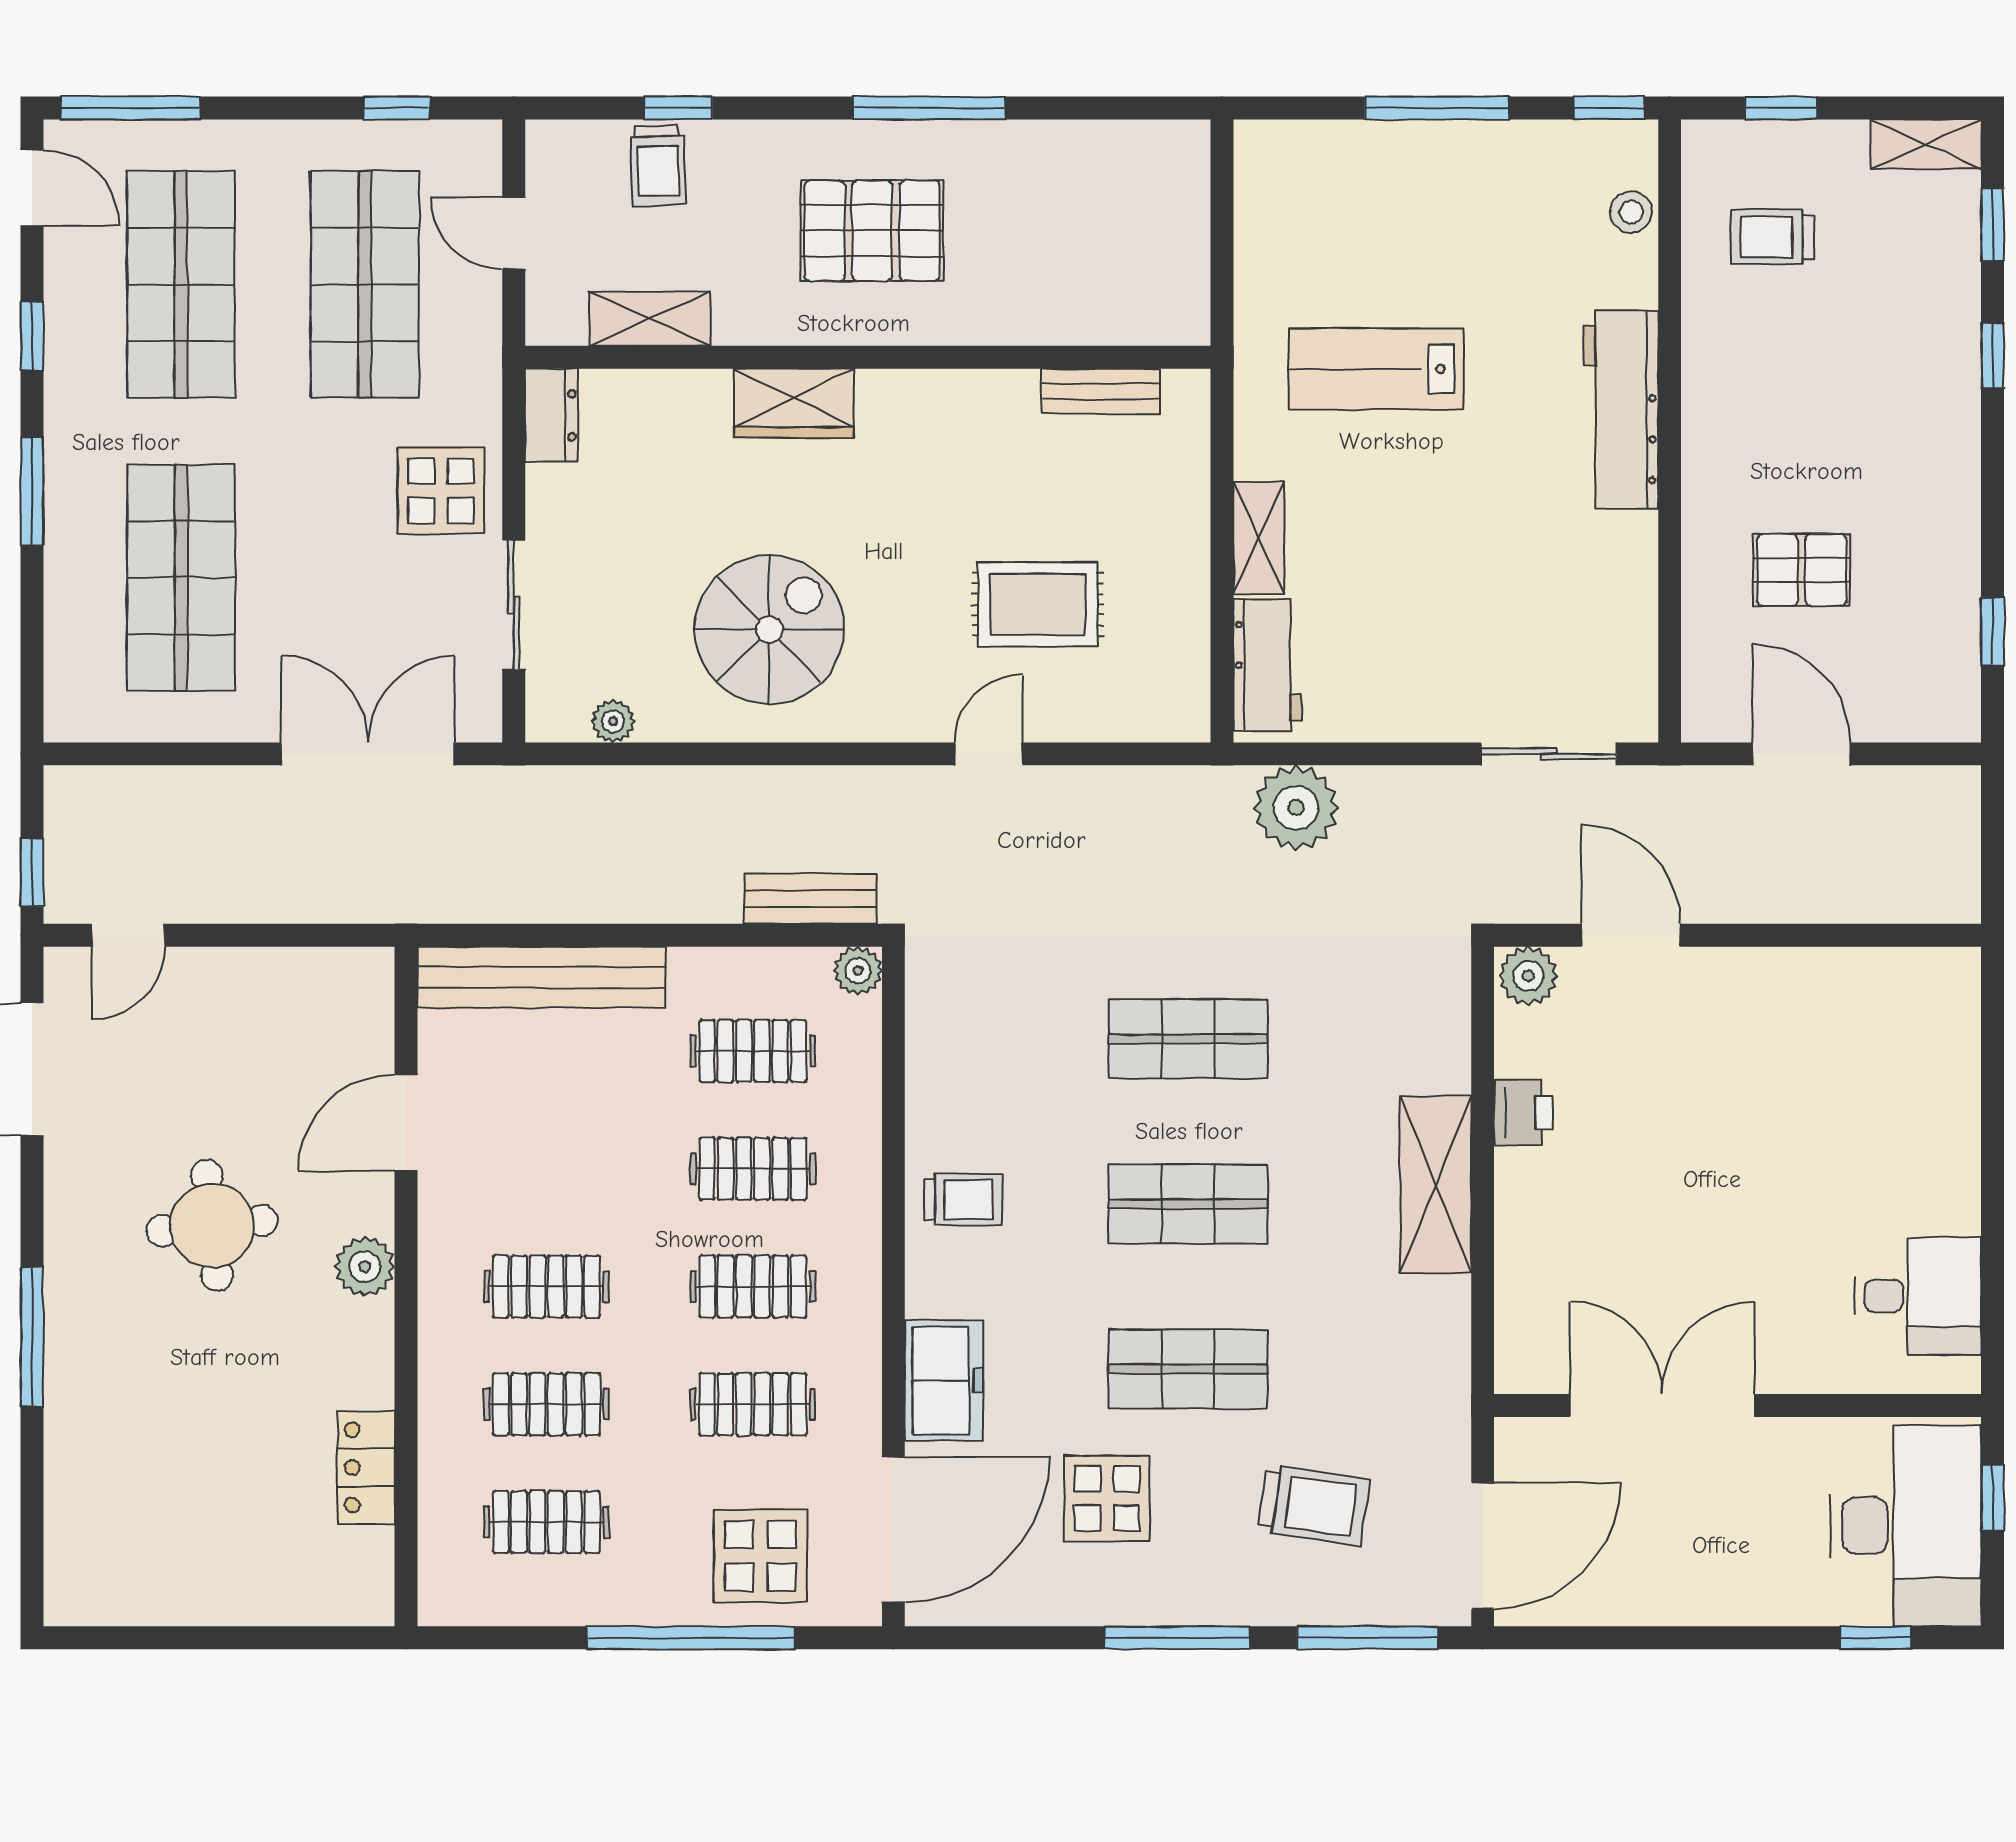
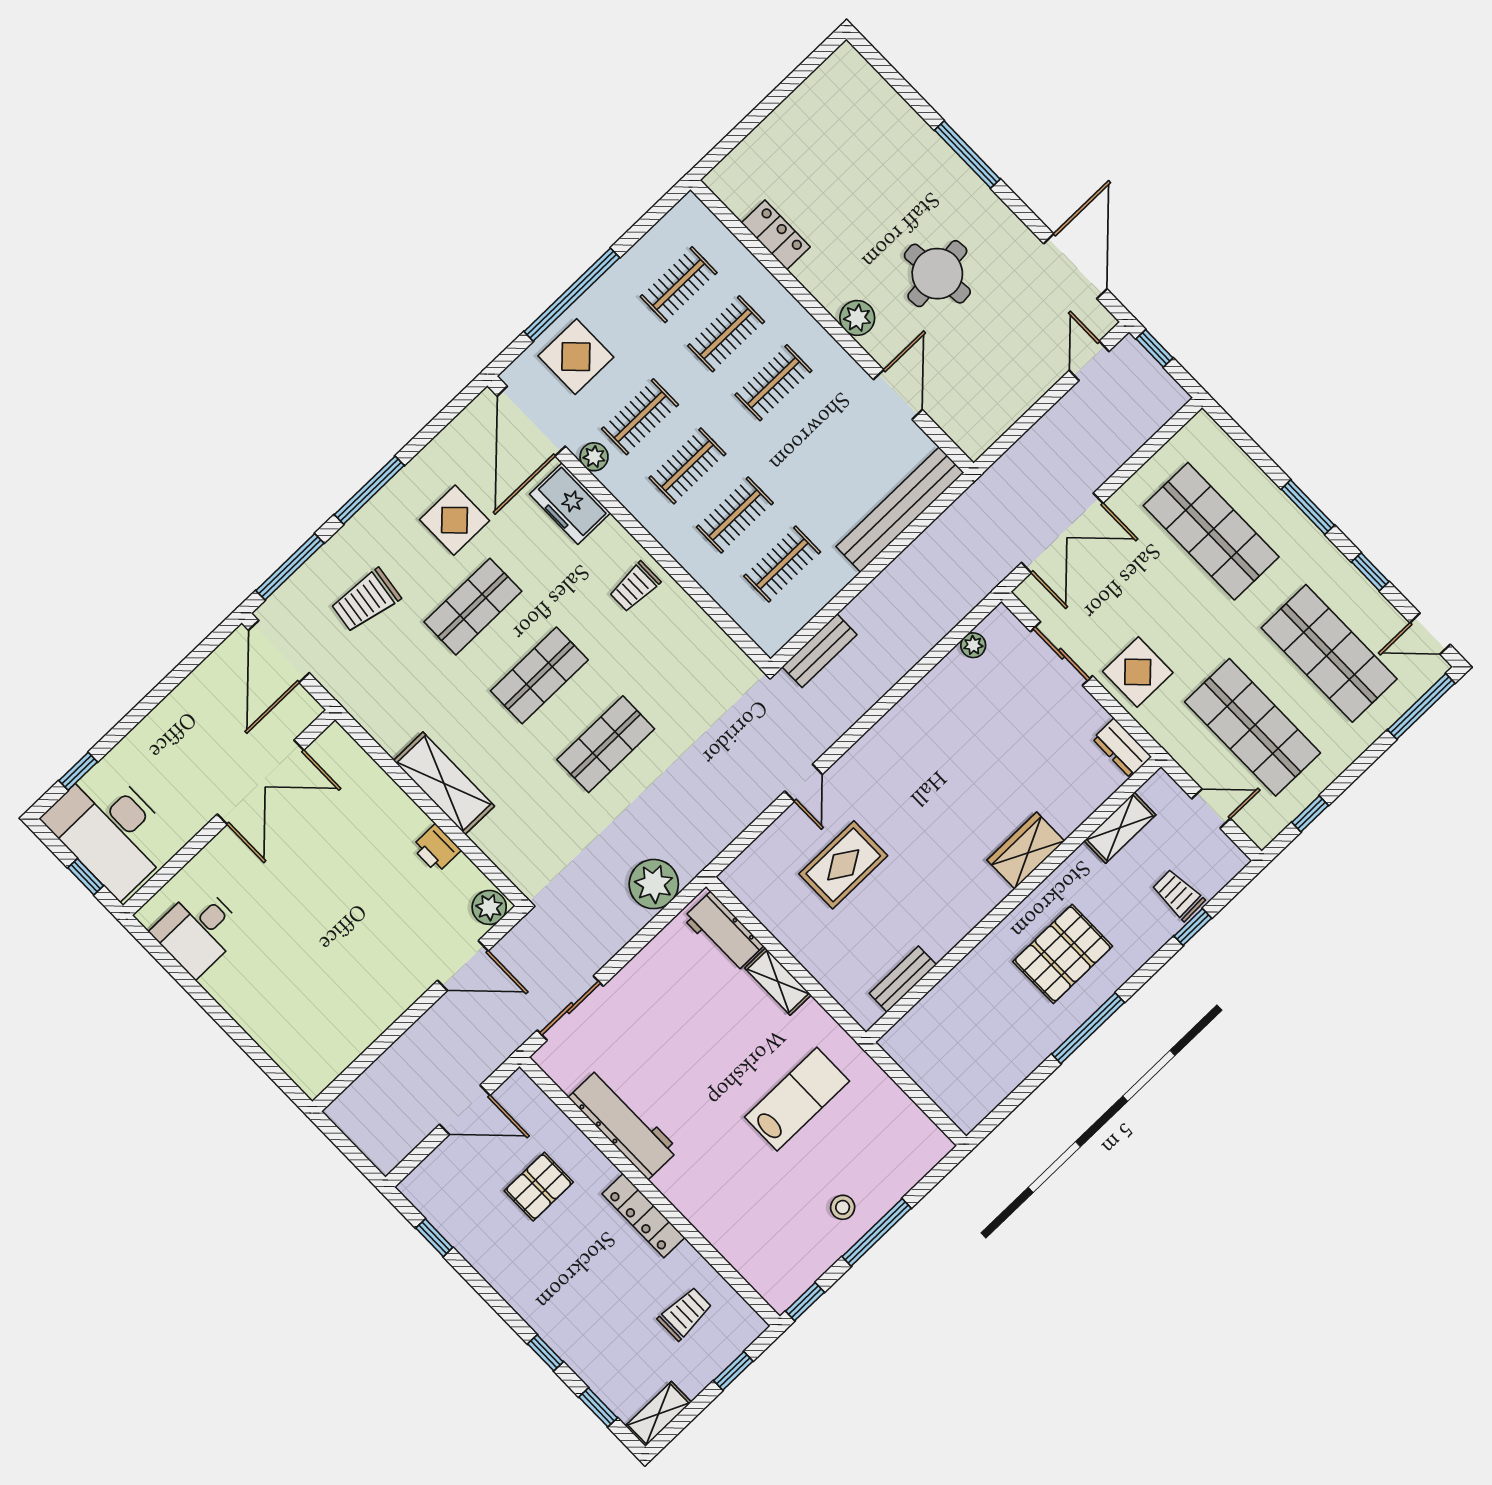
stool: (1631, 212) -> (843, 1207), moved
locker: (1706, 408) -> (643, 1216), added
workbench: (1621, 409) -> (623, 1124), moved
spiral stairs: (769, 630) -> (945, 746), removed
plant: (858, 971) -> (594, 457), moved

